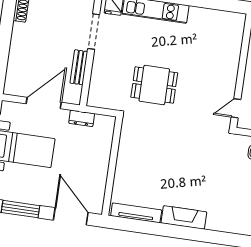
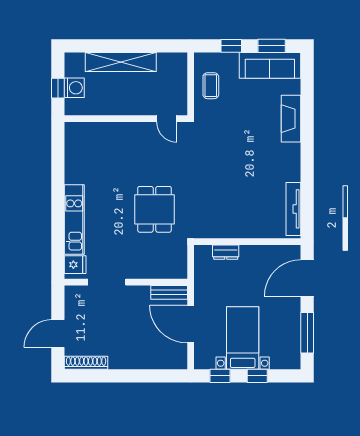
bench: (79, 67) -> (169, 292), moved
dresser: (82, 118) -> (226, 252), moved, turned 90
fireplace: (184, 217) -> (291, 119), moved

